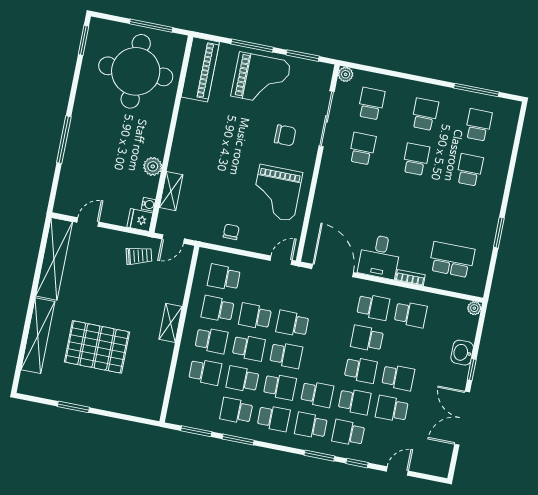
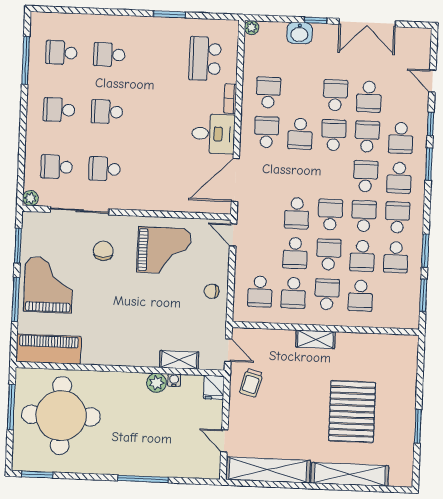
water cooler: (148, 204) -> (174, 380), moved
trolley: (139, 256) -> (251, 383), turned -150
school desk: (205, 372) -> (361, 296), turned 180

